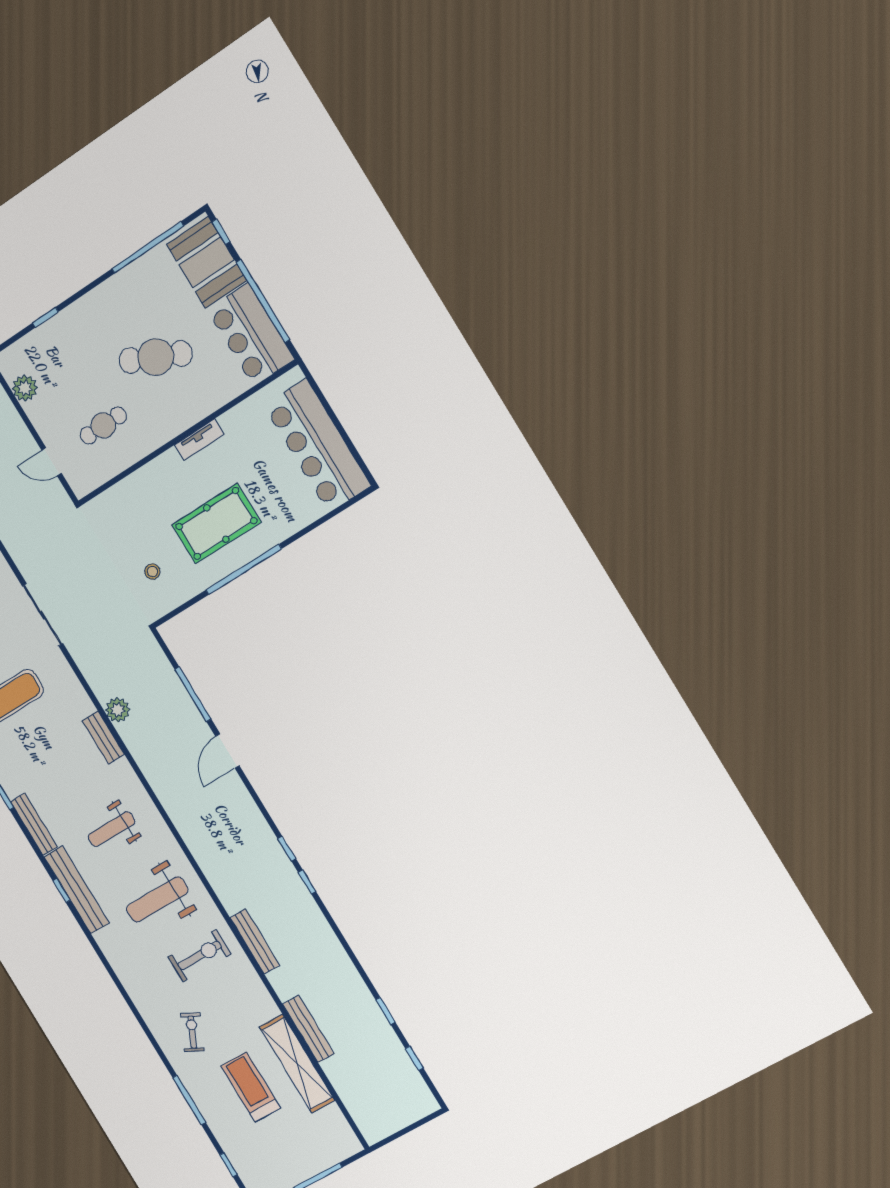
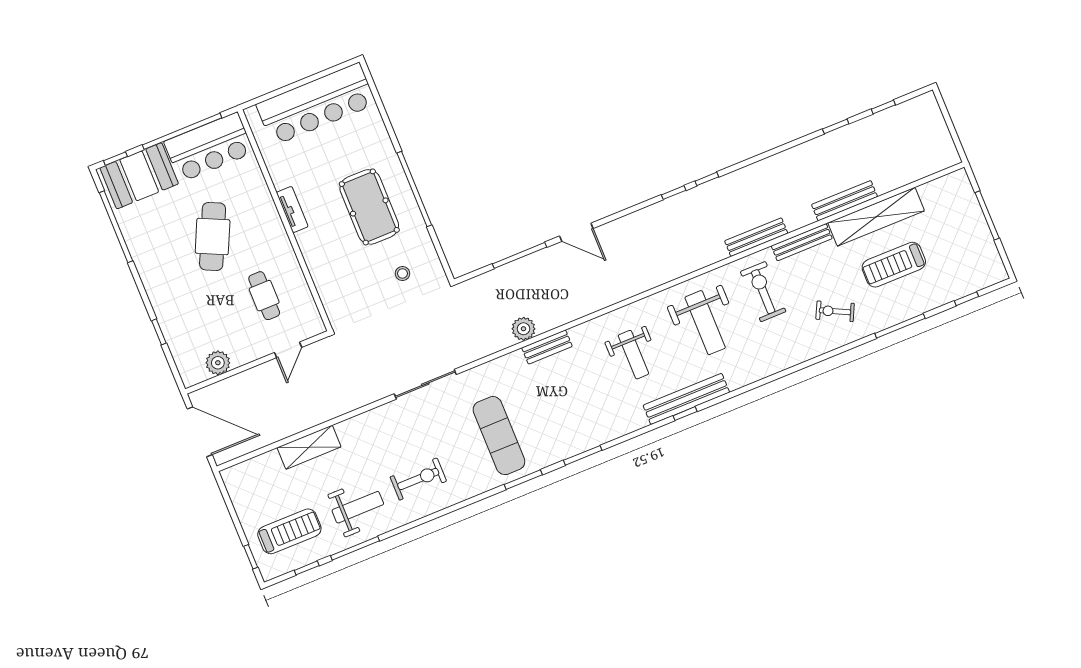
bench: (34, 824) -> (802, 242), moved

